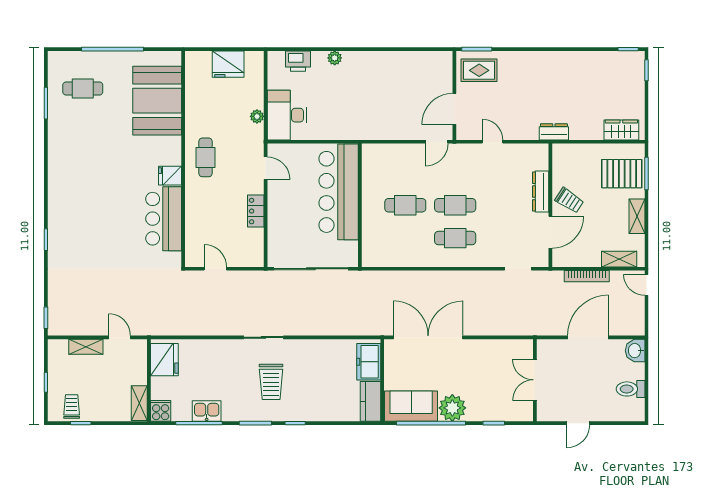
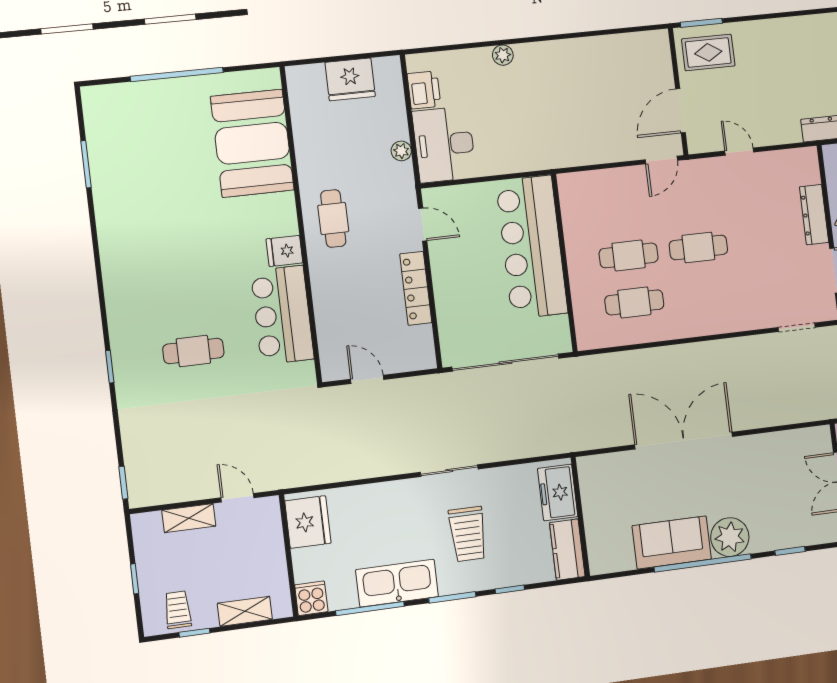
printer: (298, 61) -> (424, 90), moved, turned -90
cafe table: (83, 89) -> (193, 351), moved
locker: (256, 211) -> (416, 288), width x1.53
cafe table: (455, 238) -> (634, 302), moved
freezer: (369, 362) -> (558, 492), moved
wall: (382, 380) -> (580, 517), moved
kitchen counter: (370, 401) -> (567, 550), moved
shelving: (139, 403) -> (245, 611), moved, turned 90
kitchen sink: (207, 411) -> (397, 583), width x1.87, depth x1.24

